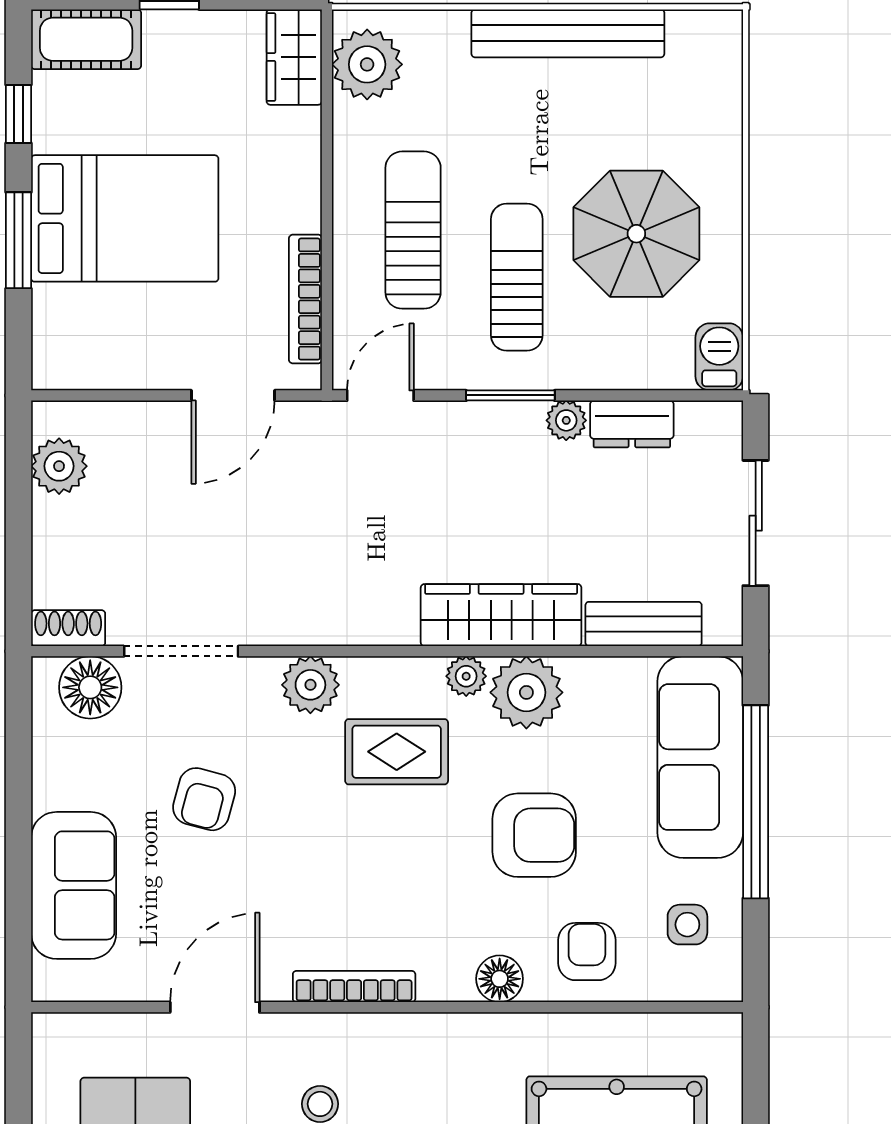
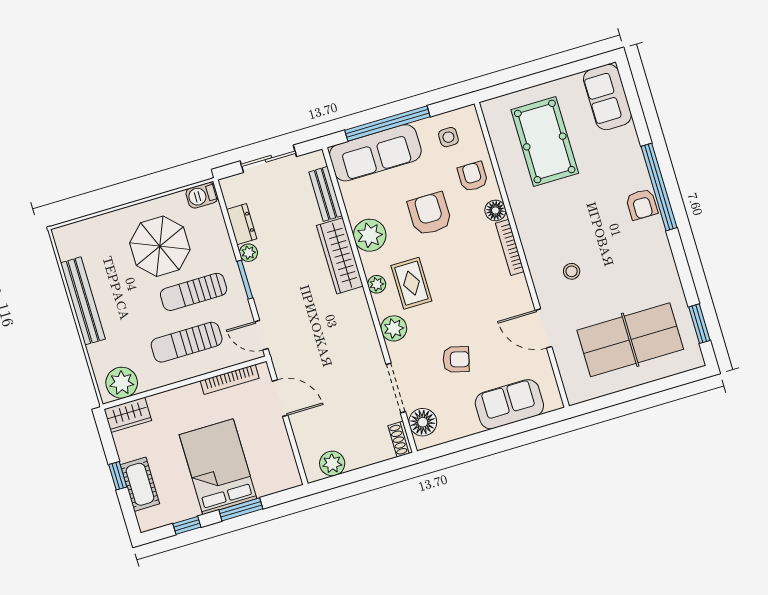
cot: (86, 39) -> (140, 484), moved
plant: (466, 676) -> (377, 284), moved
armchair: (587, 952) -> (473, 177), turned 90
bookcase: (354, 987) -> (510, 247), moved

